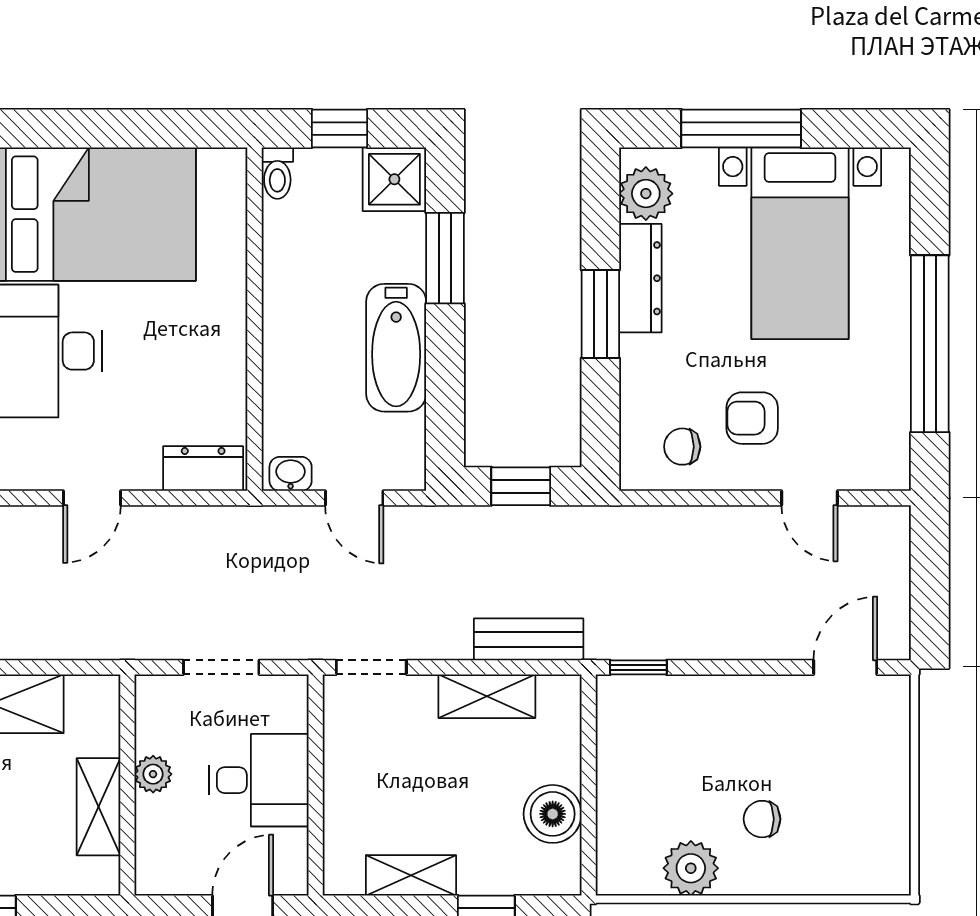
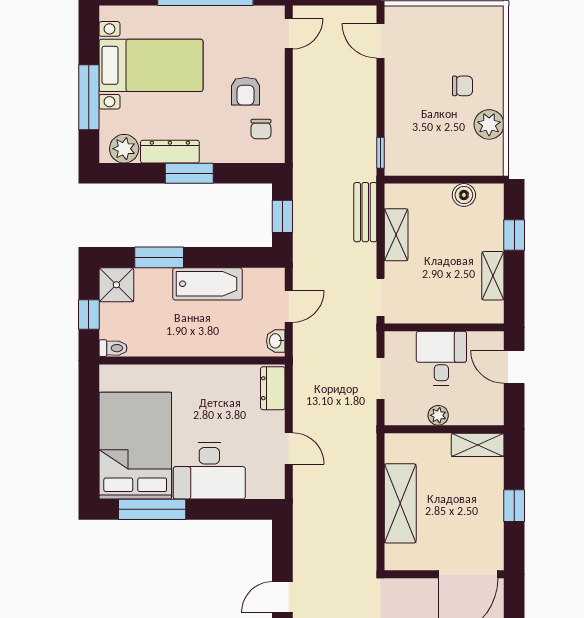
door: (810, 498) -> (289, 34), moved
shelving: (98, 807) -> (478, 445), moved
boiler: (553, 814) -> (464, 195), width x0.73, depth x0.73
chair: (762, 819) -> (462, 86), turned -90

